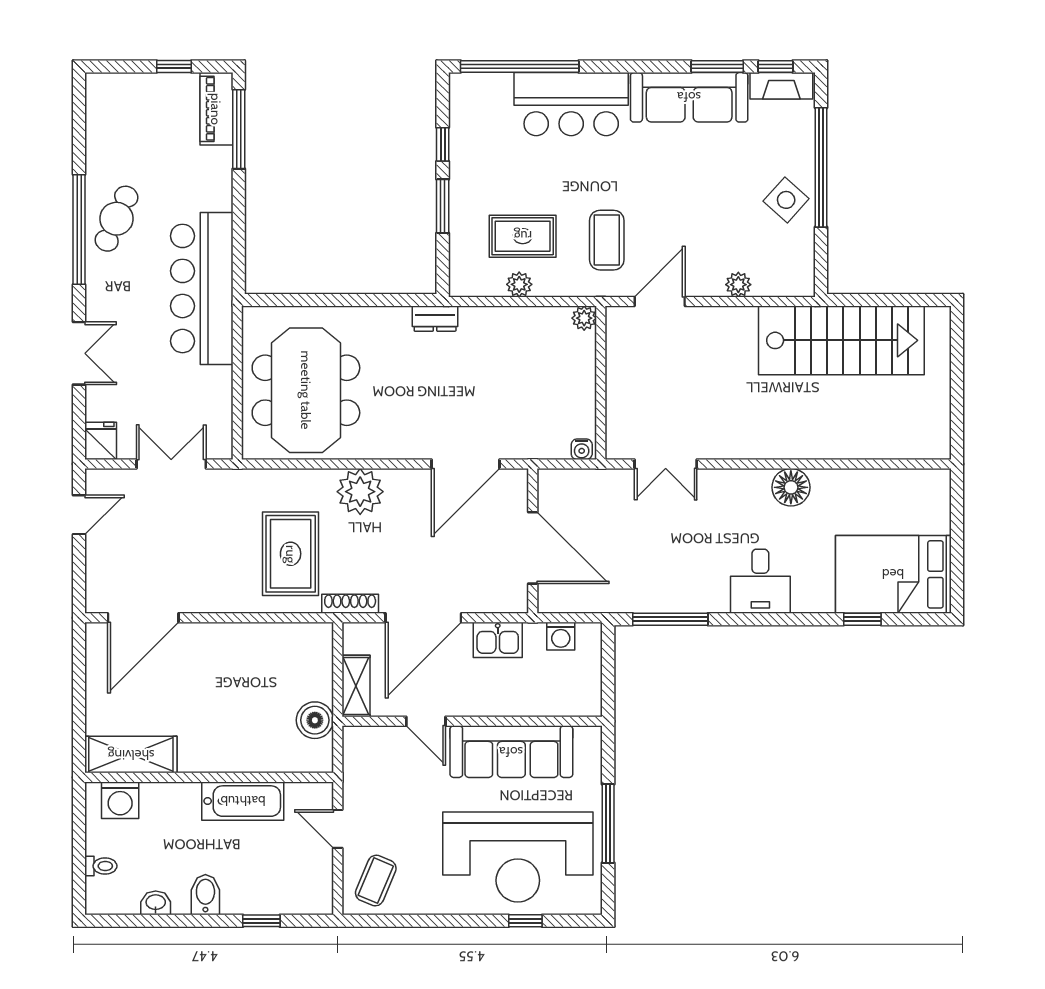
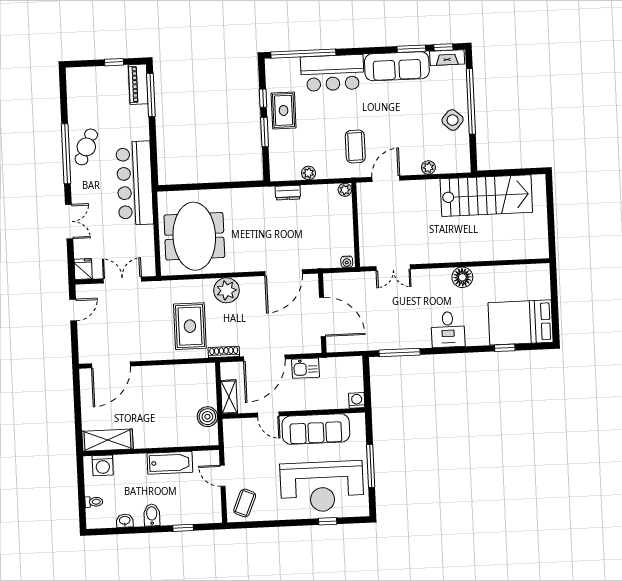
rug: (523, 236) -> (284, 110), moved, turned 90
dresser: (435, 319) -> (288, 193), moved
washing machine: (561, 636) -> (357, 400), moved, turned 180

